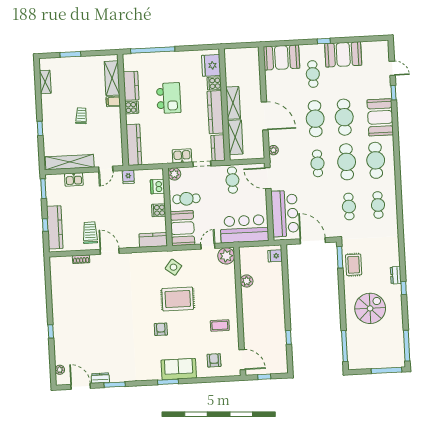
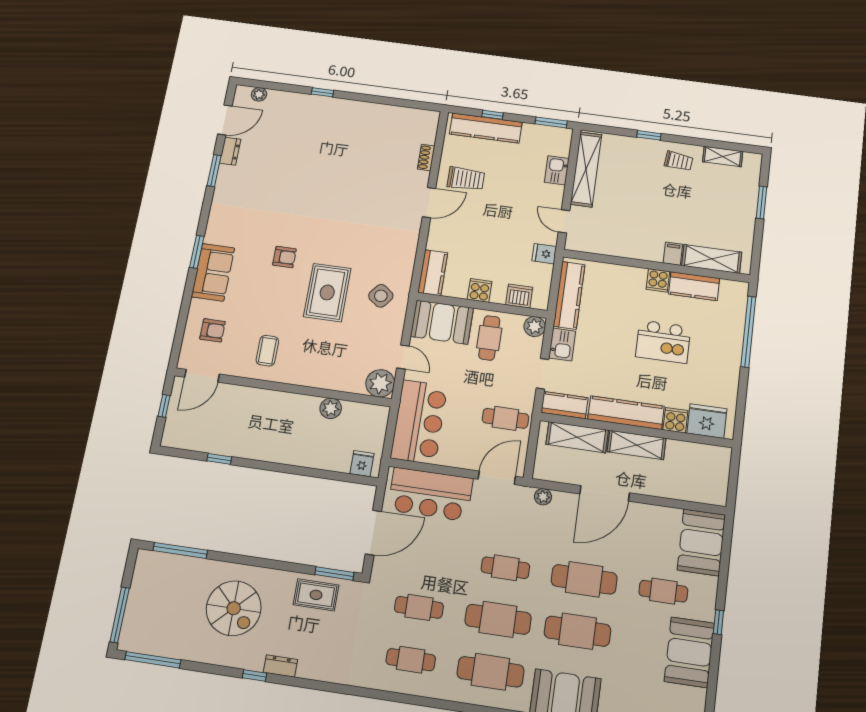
trolley: (81, 116) -> (679, 161), moved
kitchen counter: (134, 145) -> (569, 295), moved, turned -90

